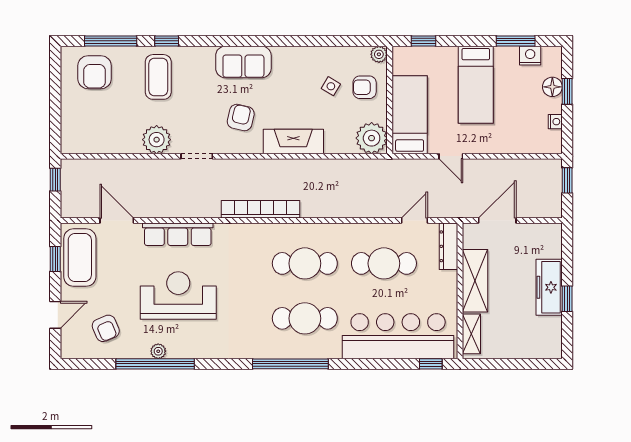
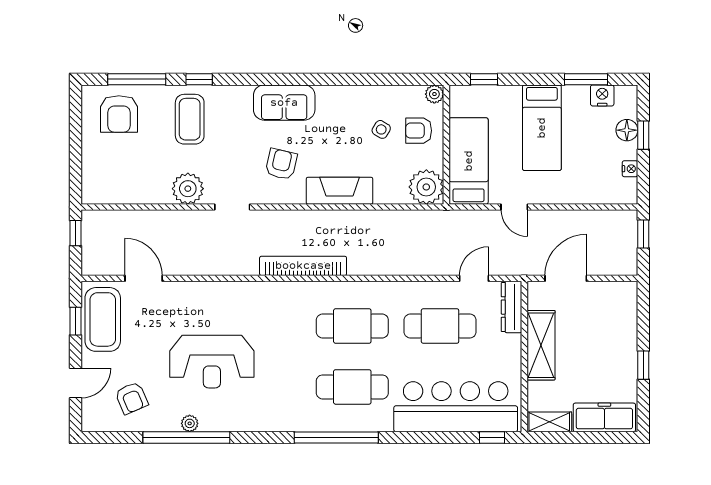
row of seats: (178, 234) -> (211, 294), removed
freezer: (549, 287) -> (604, 417), moved, turned 90
reception desk: (178, 295) -> (212, 362), turned 180
shelving: (471, 334) -> (549, 422), moved, turned 90

